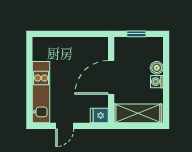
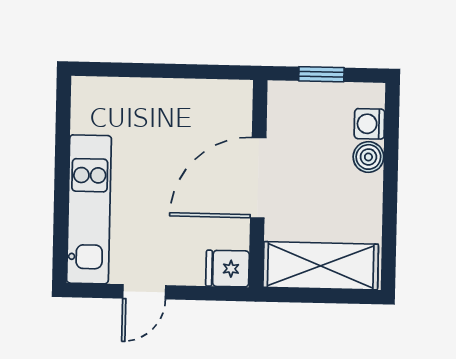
washing machine: (157, 82) -> (369, 124), moved

